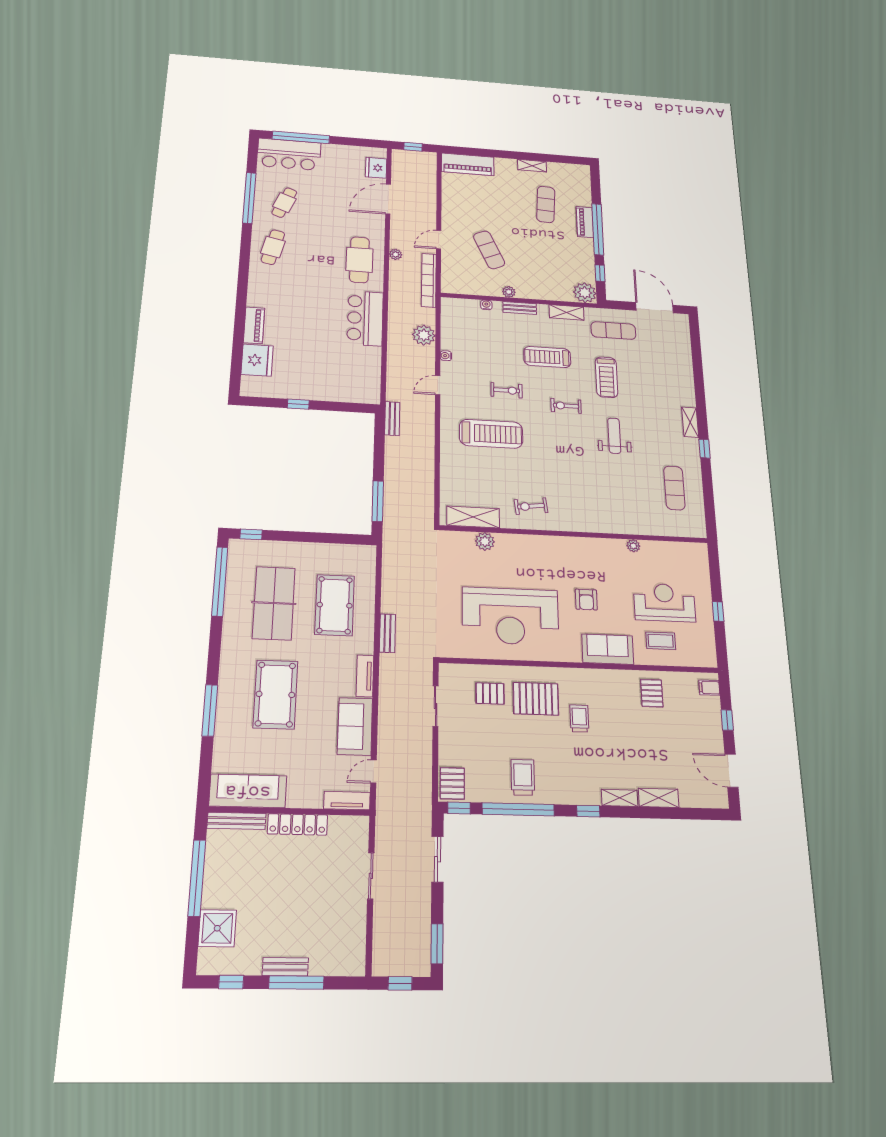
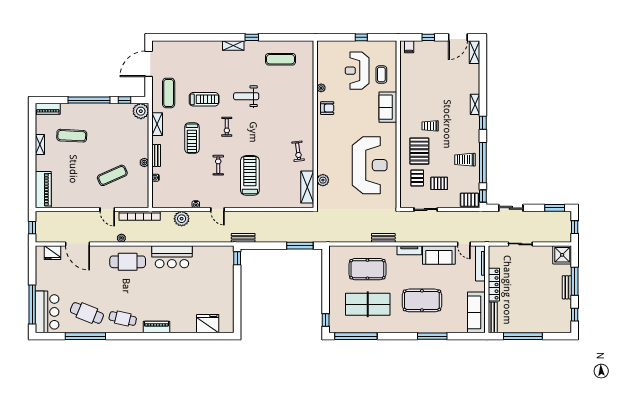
cafe table: (284, 203) -> (87, 313), width x1.37, depth x1.35
piano: (585, 222) -> (48, 109), moved
piano: (254, 325) -> (157, 327), moved
window: (298, 404) -> (237, 258), moved
armchair: (586, 600) -> (327, 108), moved
pallet: (652, 693) -> (439, 183), moved
shelving: (659, 798) -> (475, 52), moved
tv unit: (347, 801) -> (480, 263), width x1.41
shower: (217, 928) -> (562, 255), moved

